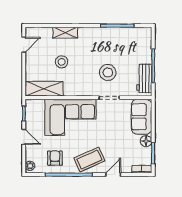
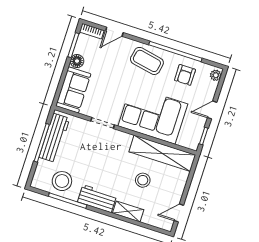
workbench: (94, 35) -> (97, 199), added
stool: (108, 72) -> (62, 181), moved
workbench: (144, 78) -> (54, 138), width x1.38
shelving: (44, 89) -> (162, 153), width x1.47
door: (24, 137) -> (212, 110), hinge flipped
coffee table: (89, 159) -> (147, 61), turned 35
door: (113, 175) -> (114, 32), moved

